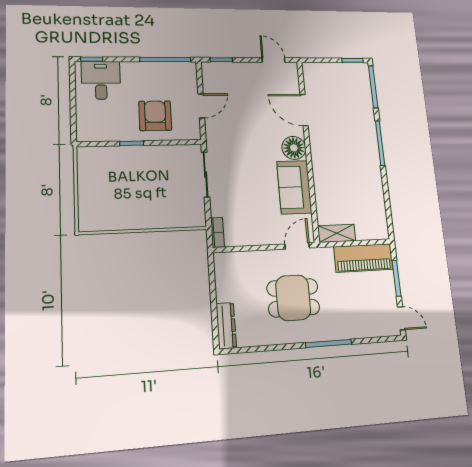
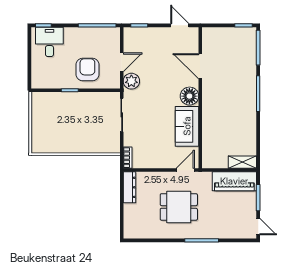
plant: (216, 130) -> (131, 81), added
shelving: (337, 233) -> (242, 162), moved
dresser: (226, 326) -> (129, 187), moved

